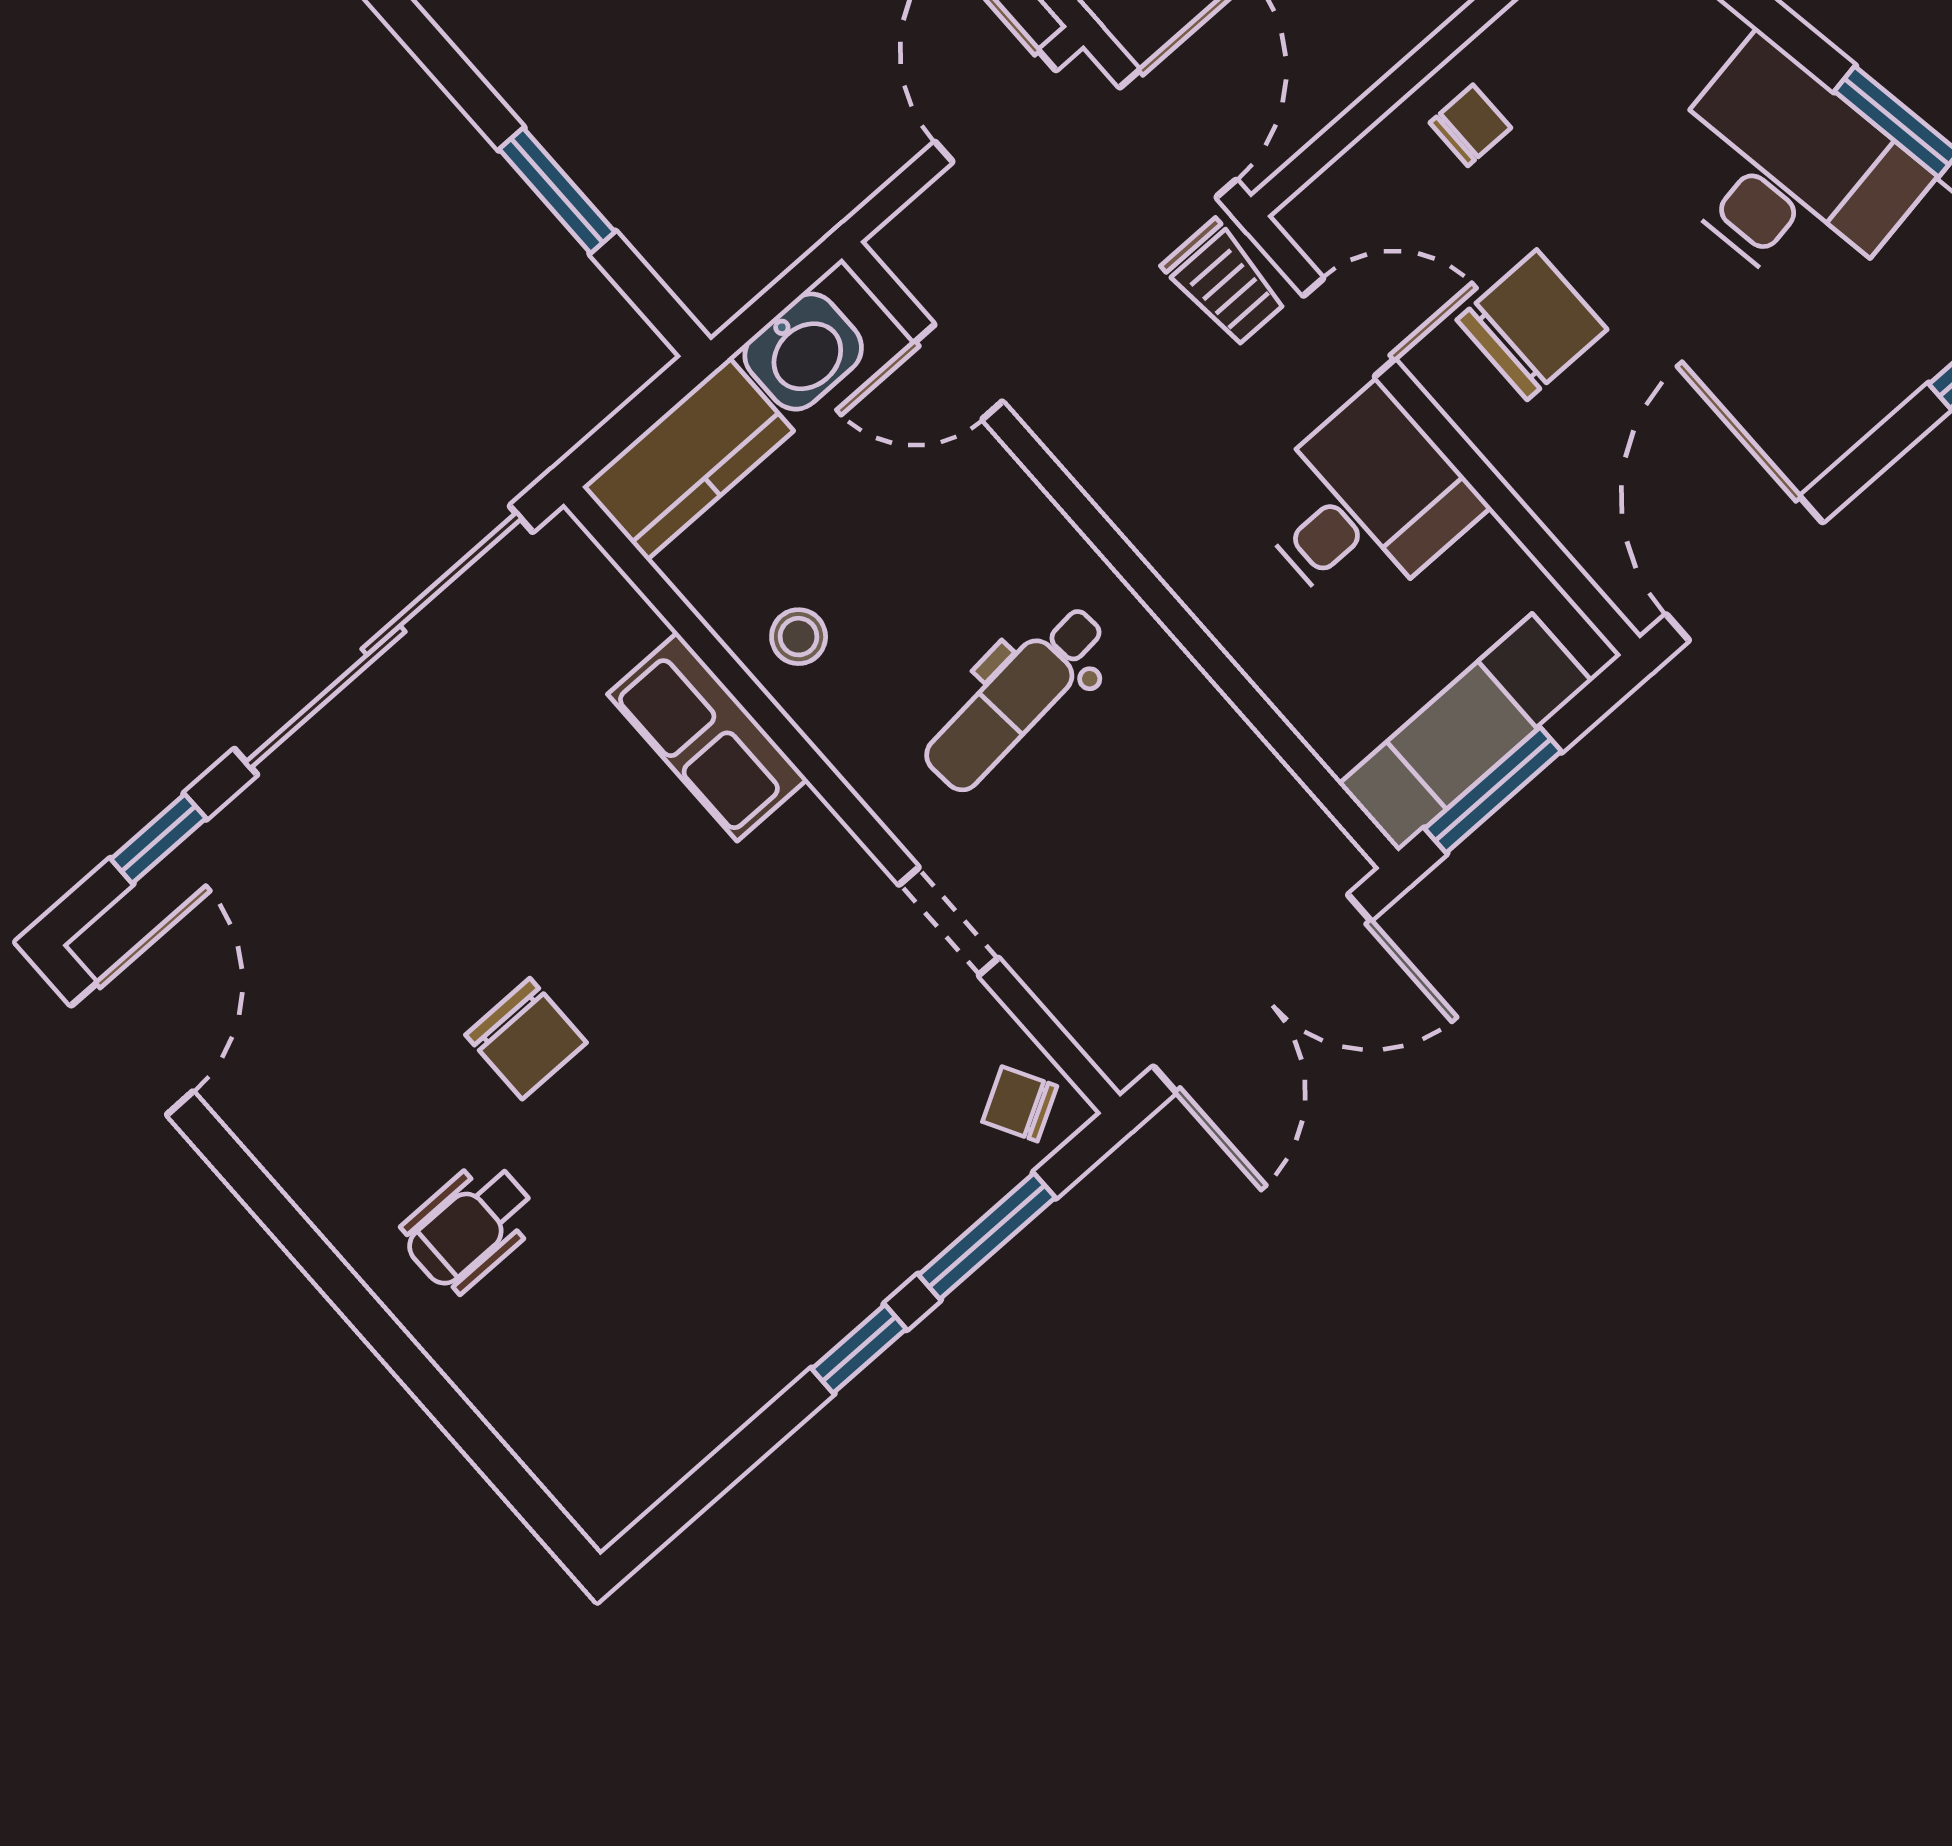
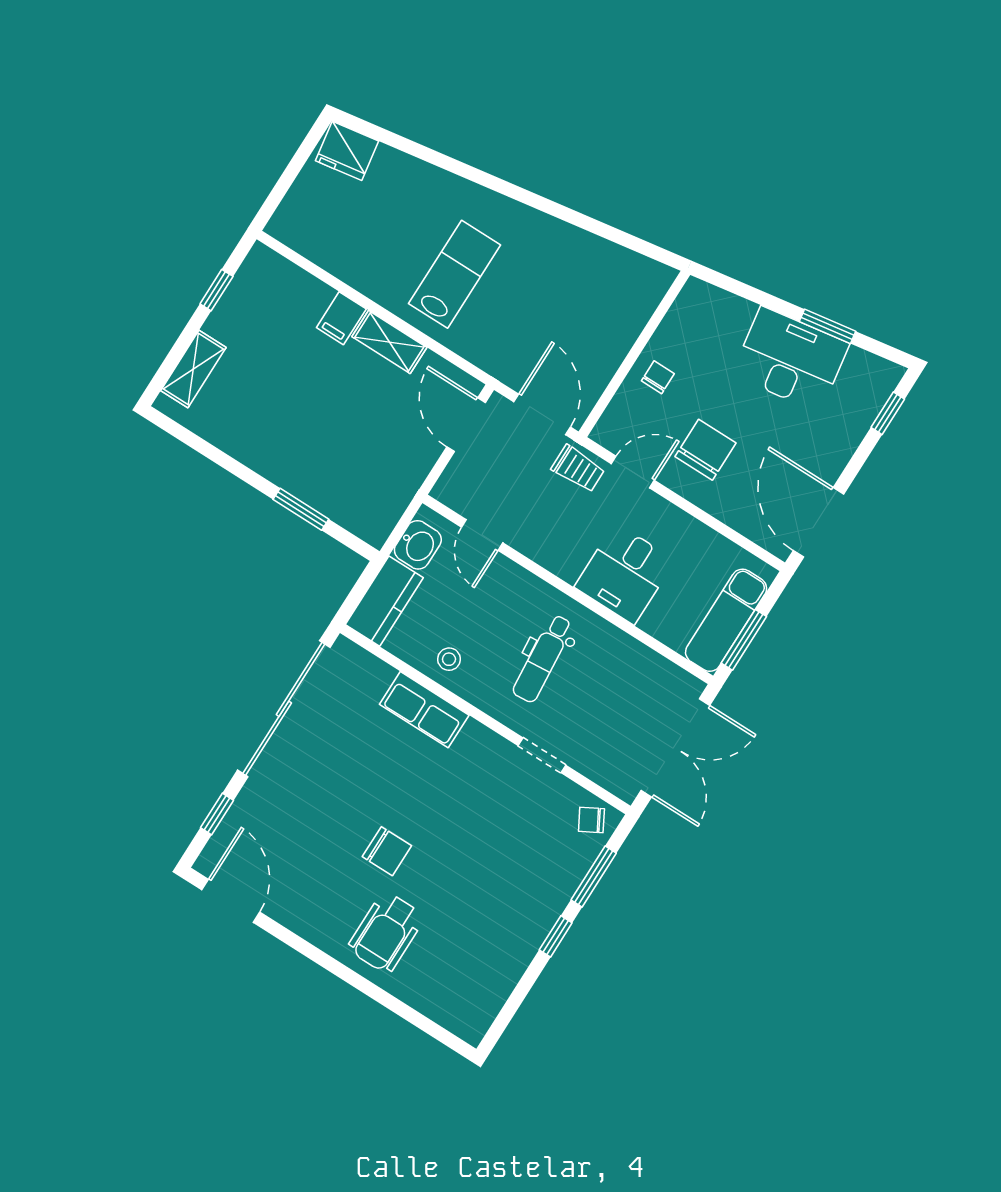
door: (958, 372) -> (482, 535), hinge flipped
desk: (1364, 504) -> (625, 574), moved, turned 180
wheelchair: (469, 1226) -> (386, 933), width x1.36, depth x1.37

